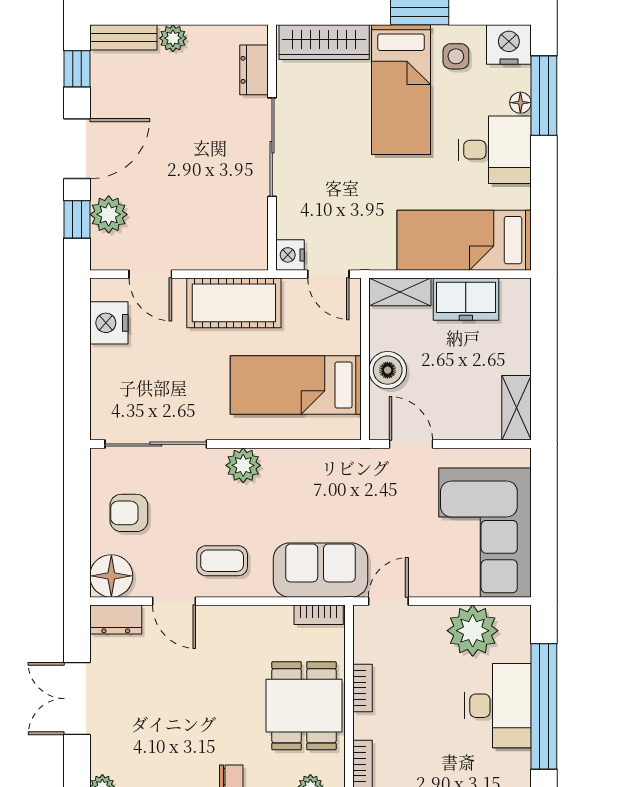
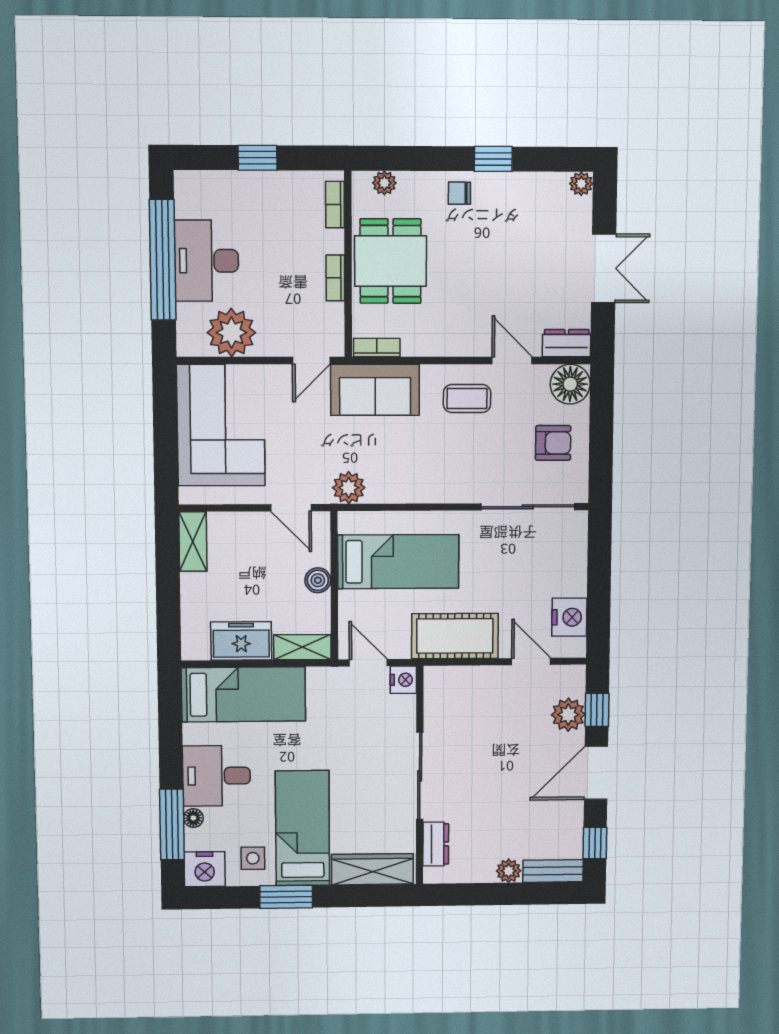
boiler: (388, 370) -> (318, 580), width x0.73, depth x0.73
plant: (243, 465) -> (349, 488), moved

